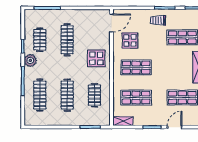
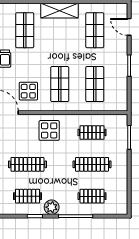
clothes rail: (40, 95) -> (92, 196), width x0.73
shelving: (123, 121) -> (122, 99), removed
door: (175, 127) -> (129, 27), moved

